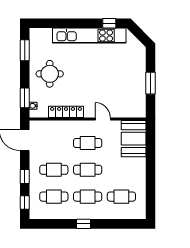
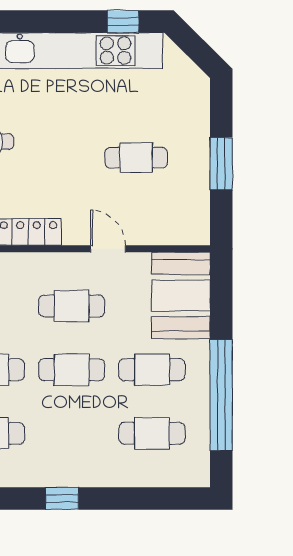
cafe table: (115, 81) -> (136, 158), added
window: (151, 180) -> (221, 395), added
cafe table: (88, 197) -> (152, 370), moved

